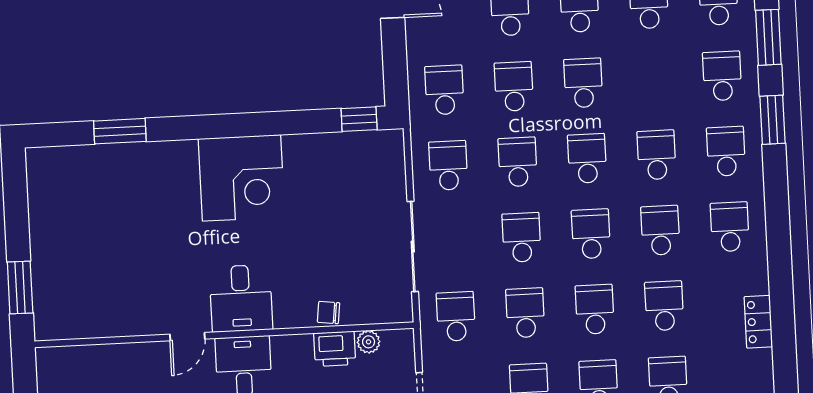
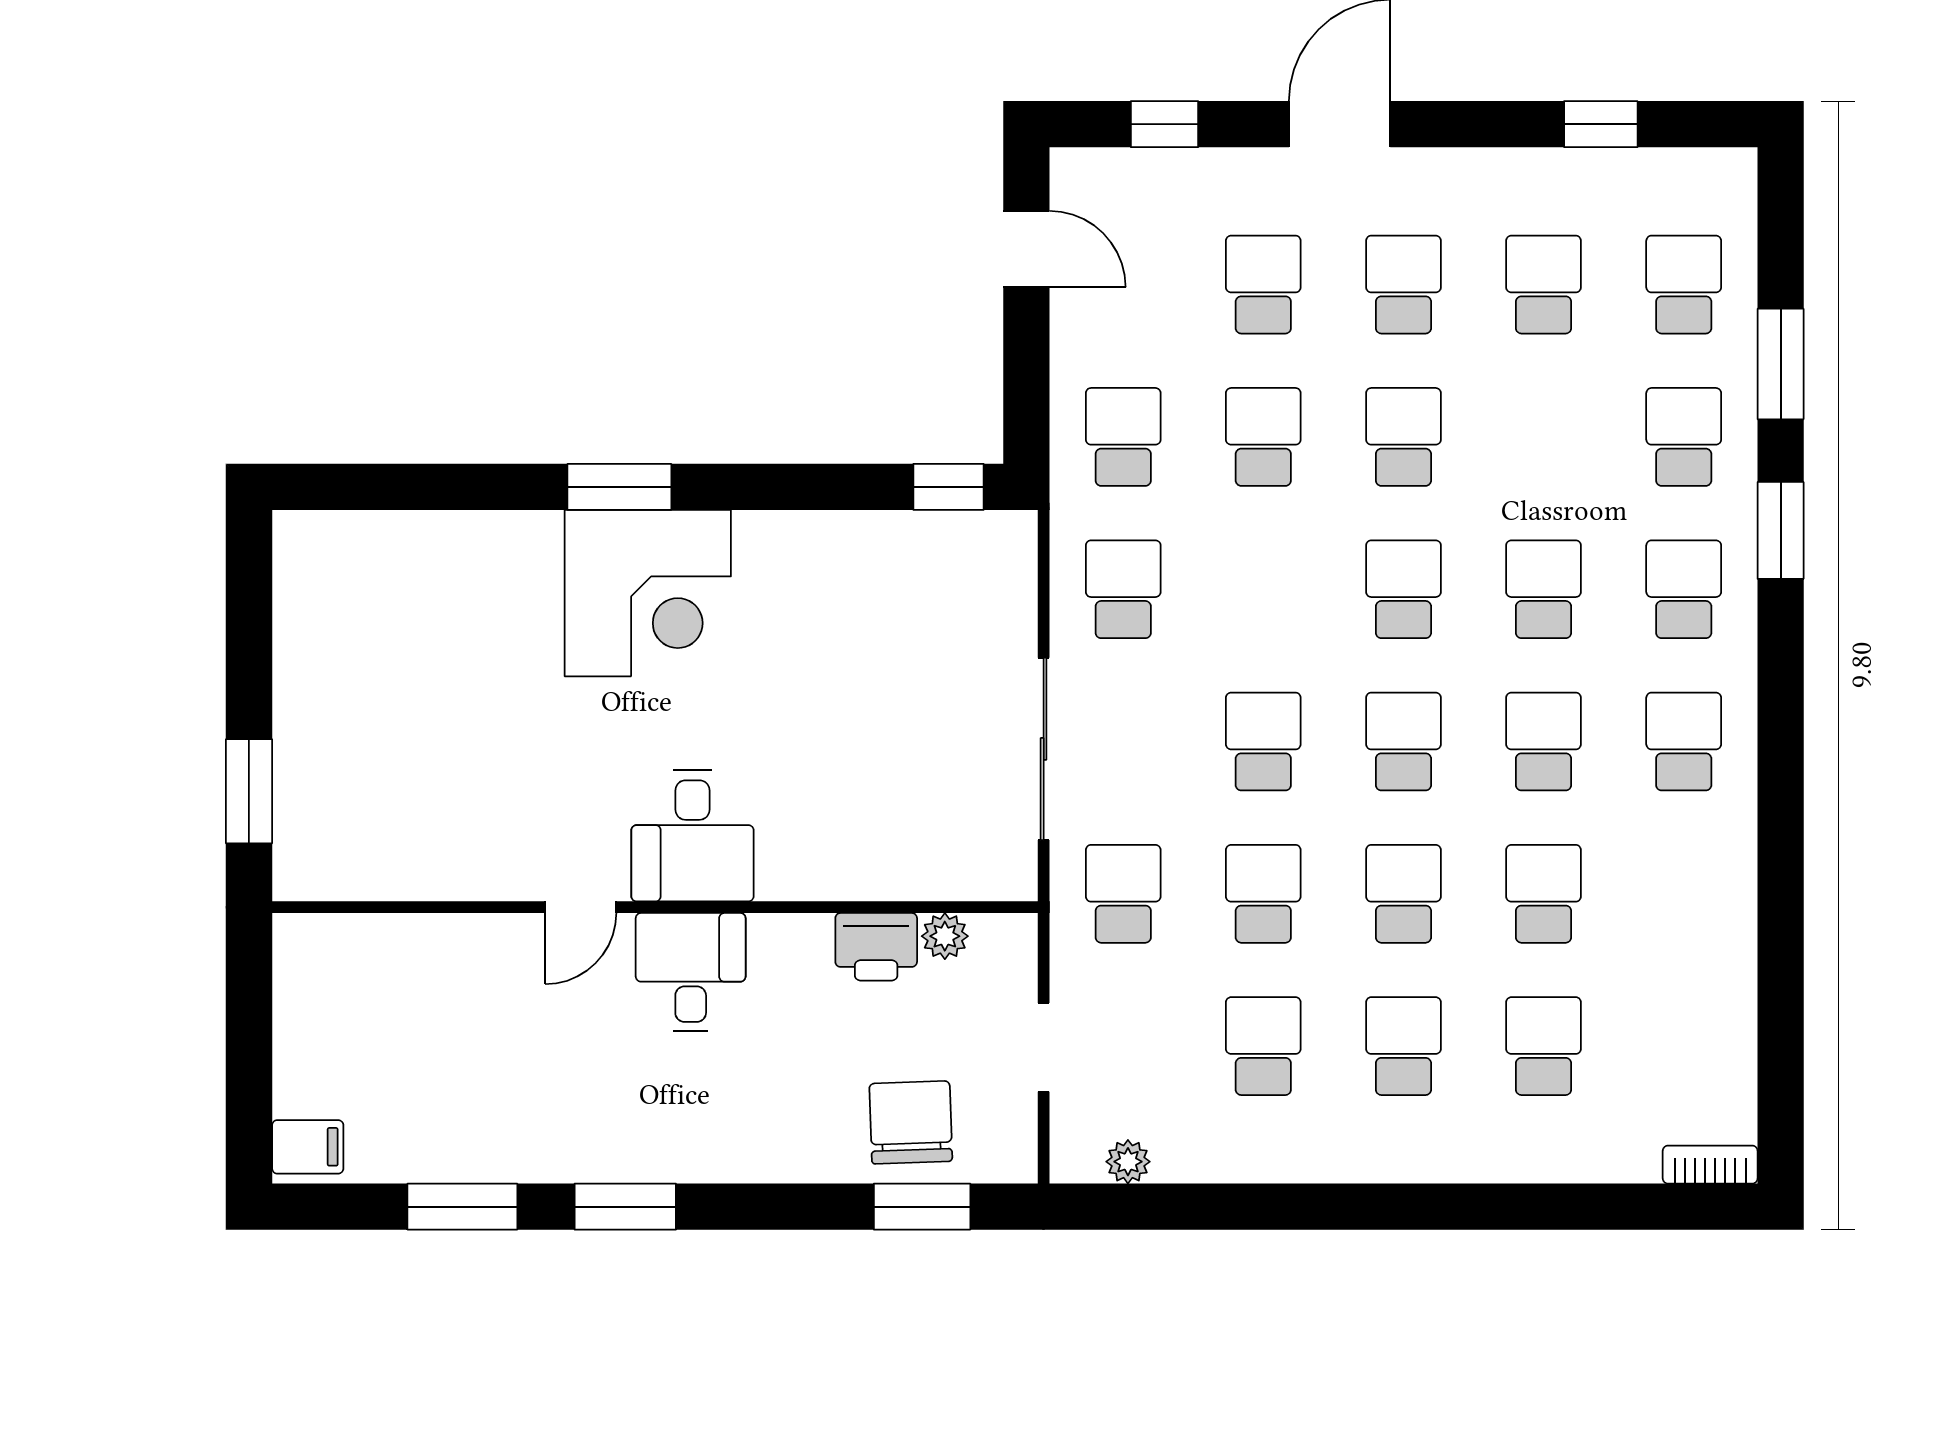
window: (120, 131) -> (619, 487), moved
school desk: (518, 162) -> (1263, 589), removed
corner desk: (242, 178) -> (648, 593), moved
chair: (329, 313) -> (867, 873), removed
locker: (758, 322) -> (1731, 935), removed

